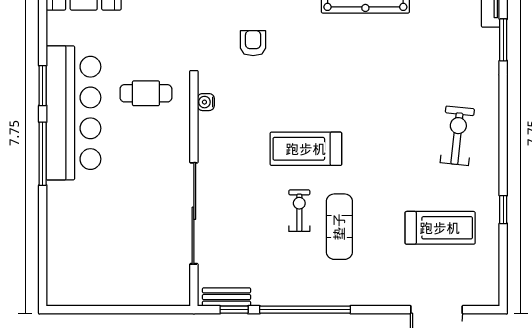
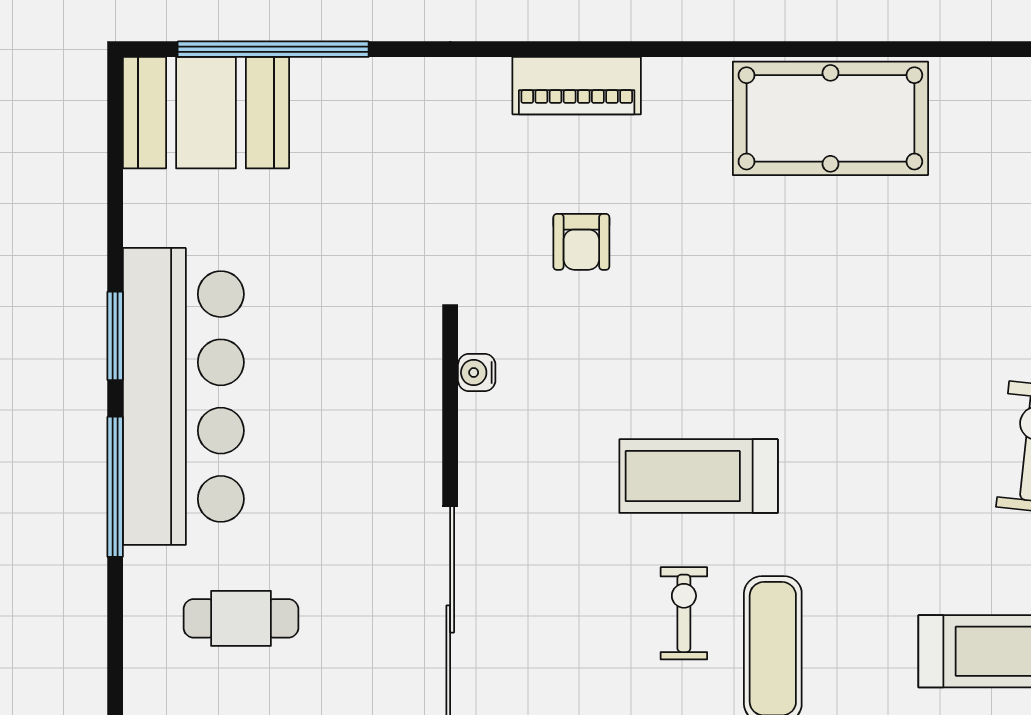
armchair: (253, 43) -> (581, 242), turned 180
cafe table: (146, 93) -> (241, 618), moved

